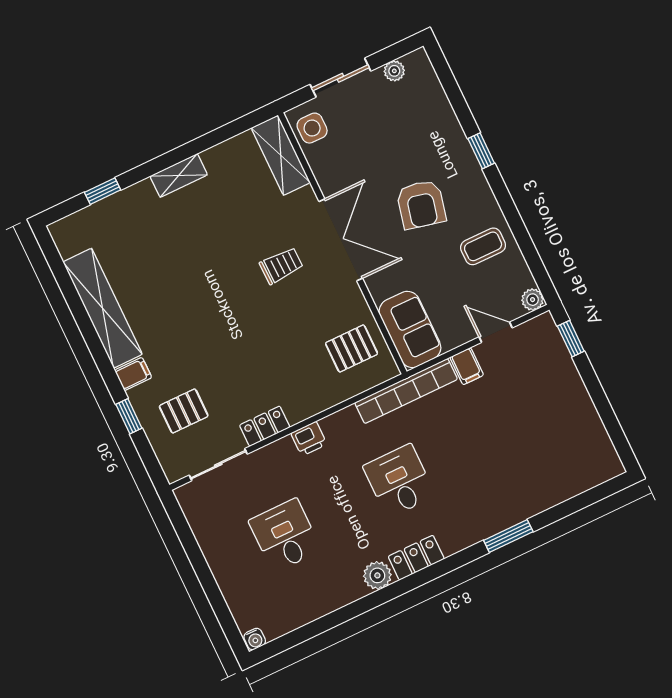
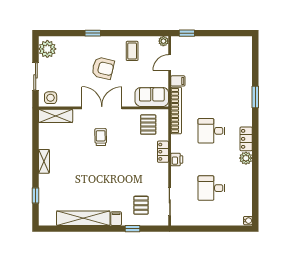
plant: (394, 71) -> (47, 49), width x1.88, depth x1.88
locker: (265, 426) -> (163, 152), moved

